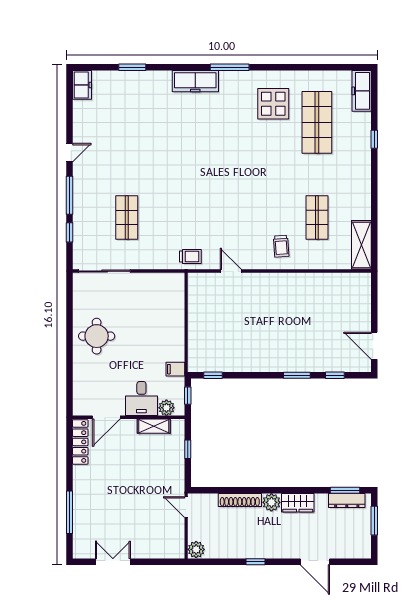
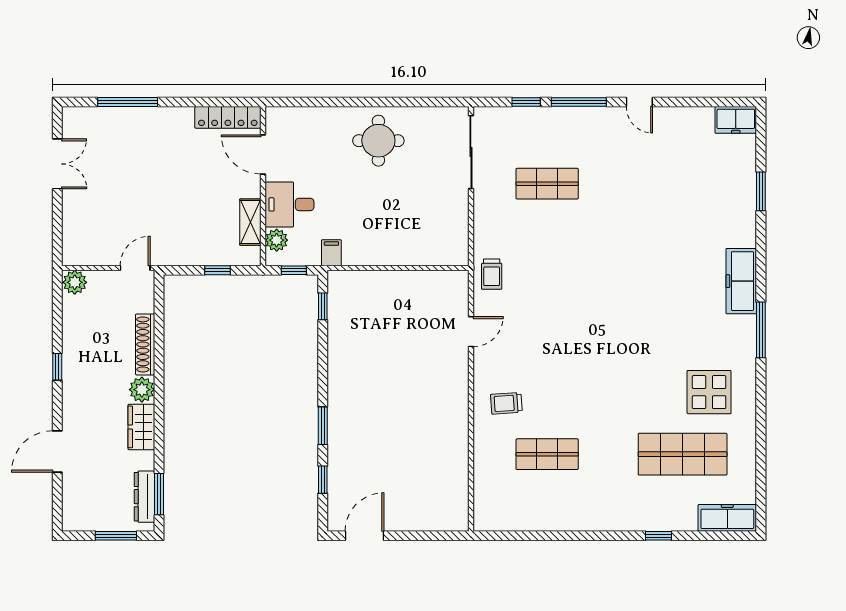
shelving: (361, 245) -> (508, 517), removed

